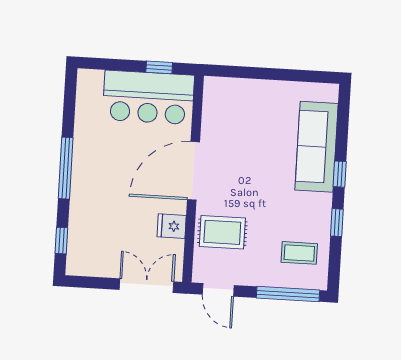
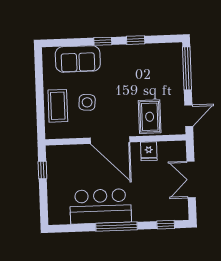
bar counter: (148, 97) -> (101, 206), moved, turned -90
side table: (252, 142) -> (87, 102), added
sofa: (317, 147) -> (78, 59), width x0.73
coffee table: (299, 253) -> (58, 106), moved, width x1.36, depth x1.30
double door: (146, 286) -> (191, 180), moved

